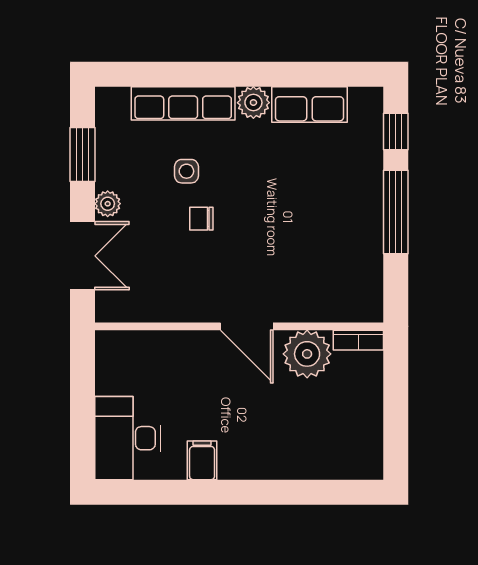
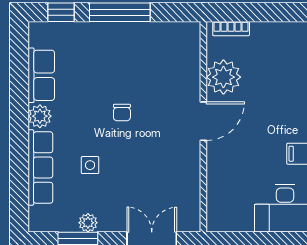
plant: (108, 204) -> (88, 223), moved
chair: (201, 219) -> (122, 113), moved
bookcase: (358, 340) -> (231, 29), moved, turned 90

